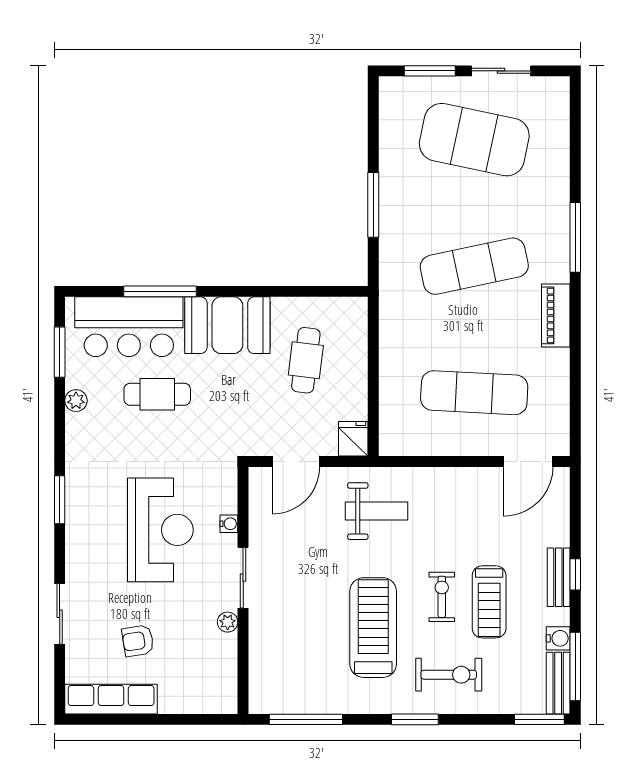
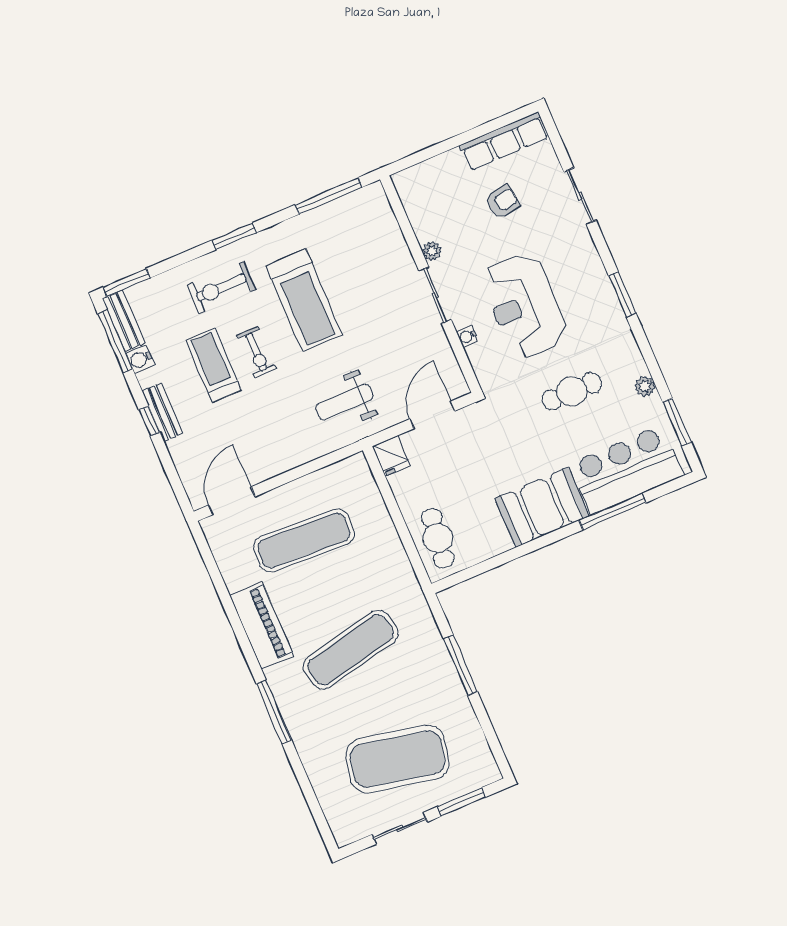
piano: (556, 315) -> (262, 626), width x1.37, depth x1.33
cafe table: (306, 360) -> (438, 538), moved
cafe table: (157, 394) -> (572, 391), moved

